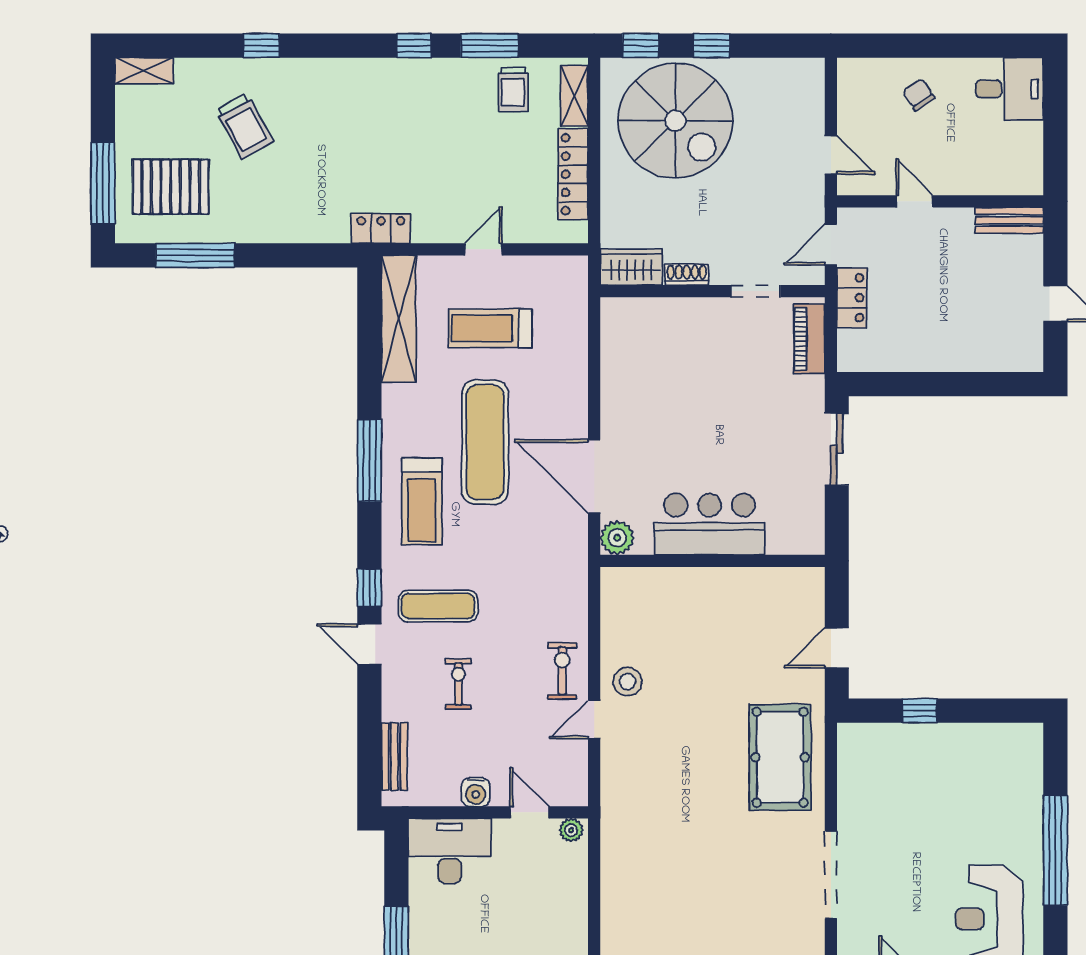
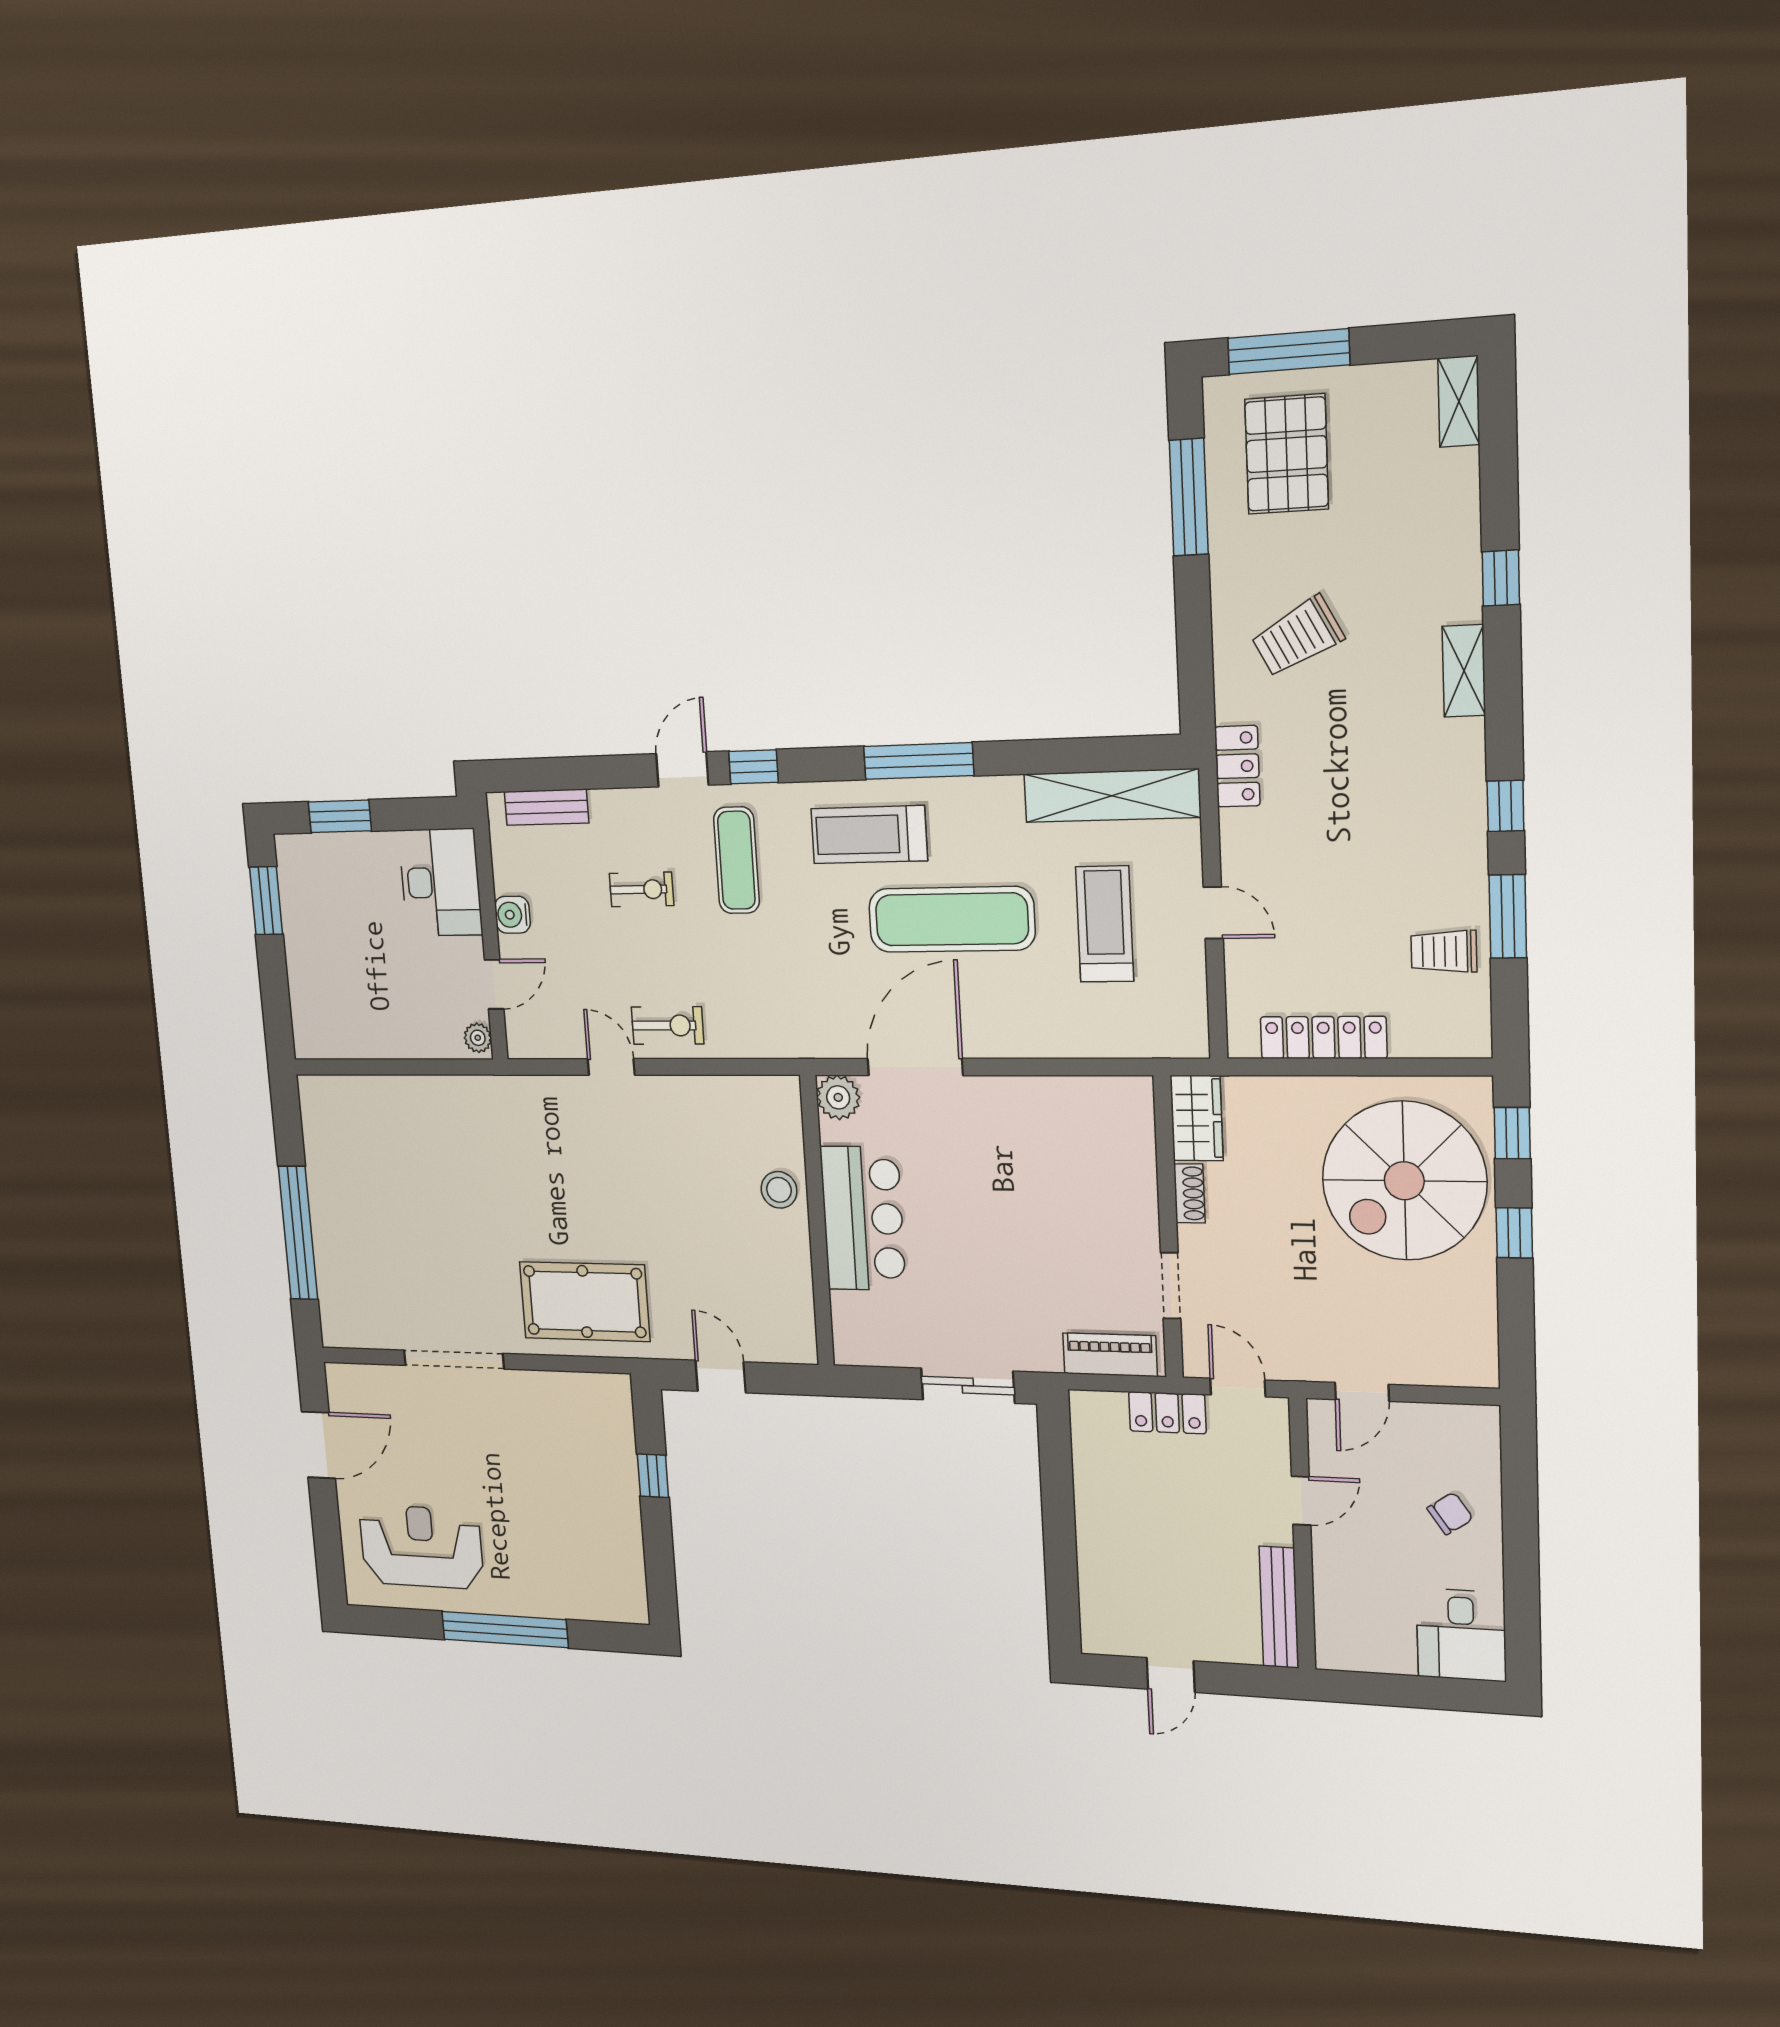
shelving: (574, 96) -> (1464, 671), moved, turned 90
trolley: (245, 126) -> (1298, 637), moved
bench: (1009, 220) -> (1279, 1607), width x1.36
stool: (628, 682) -> (779, 1190), moved

